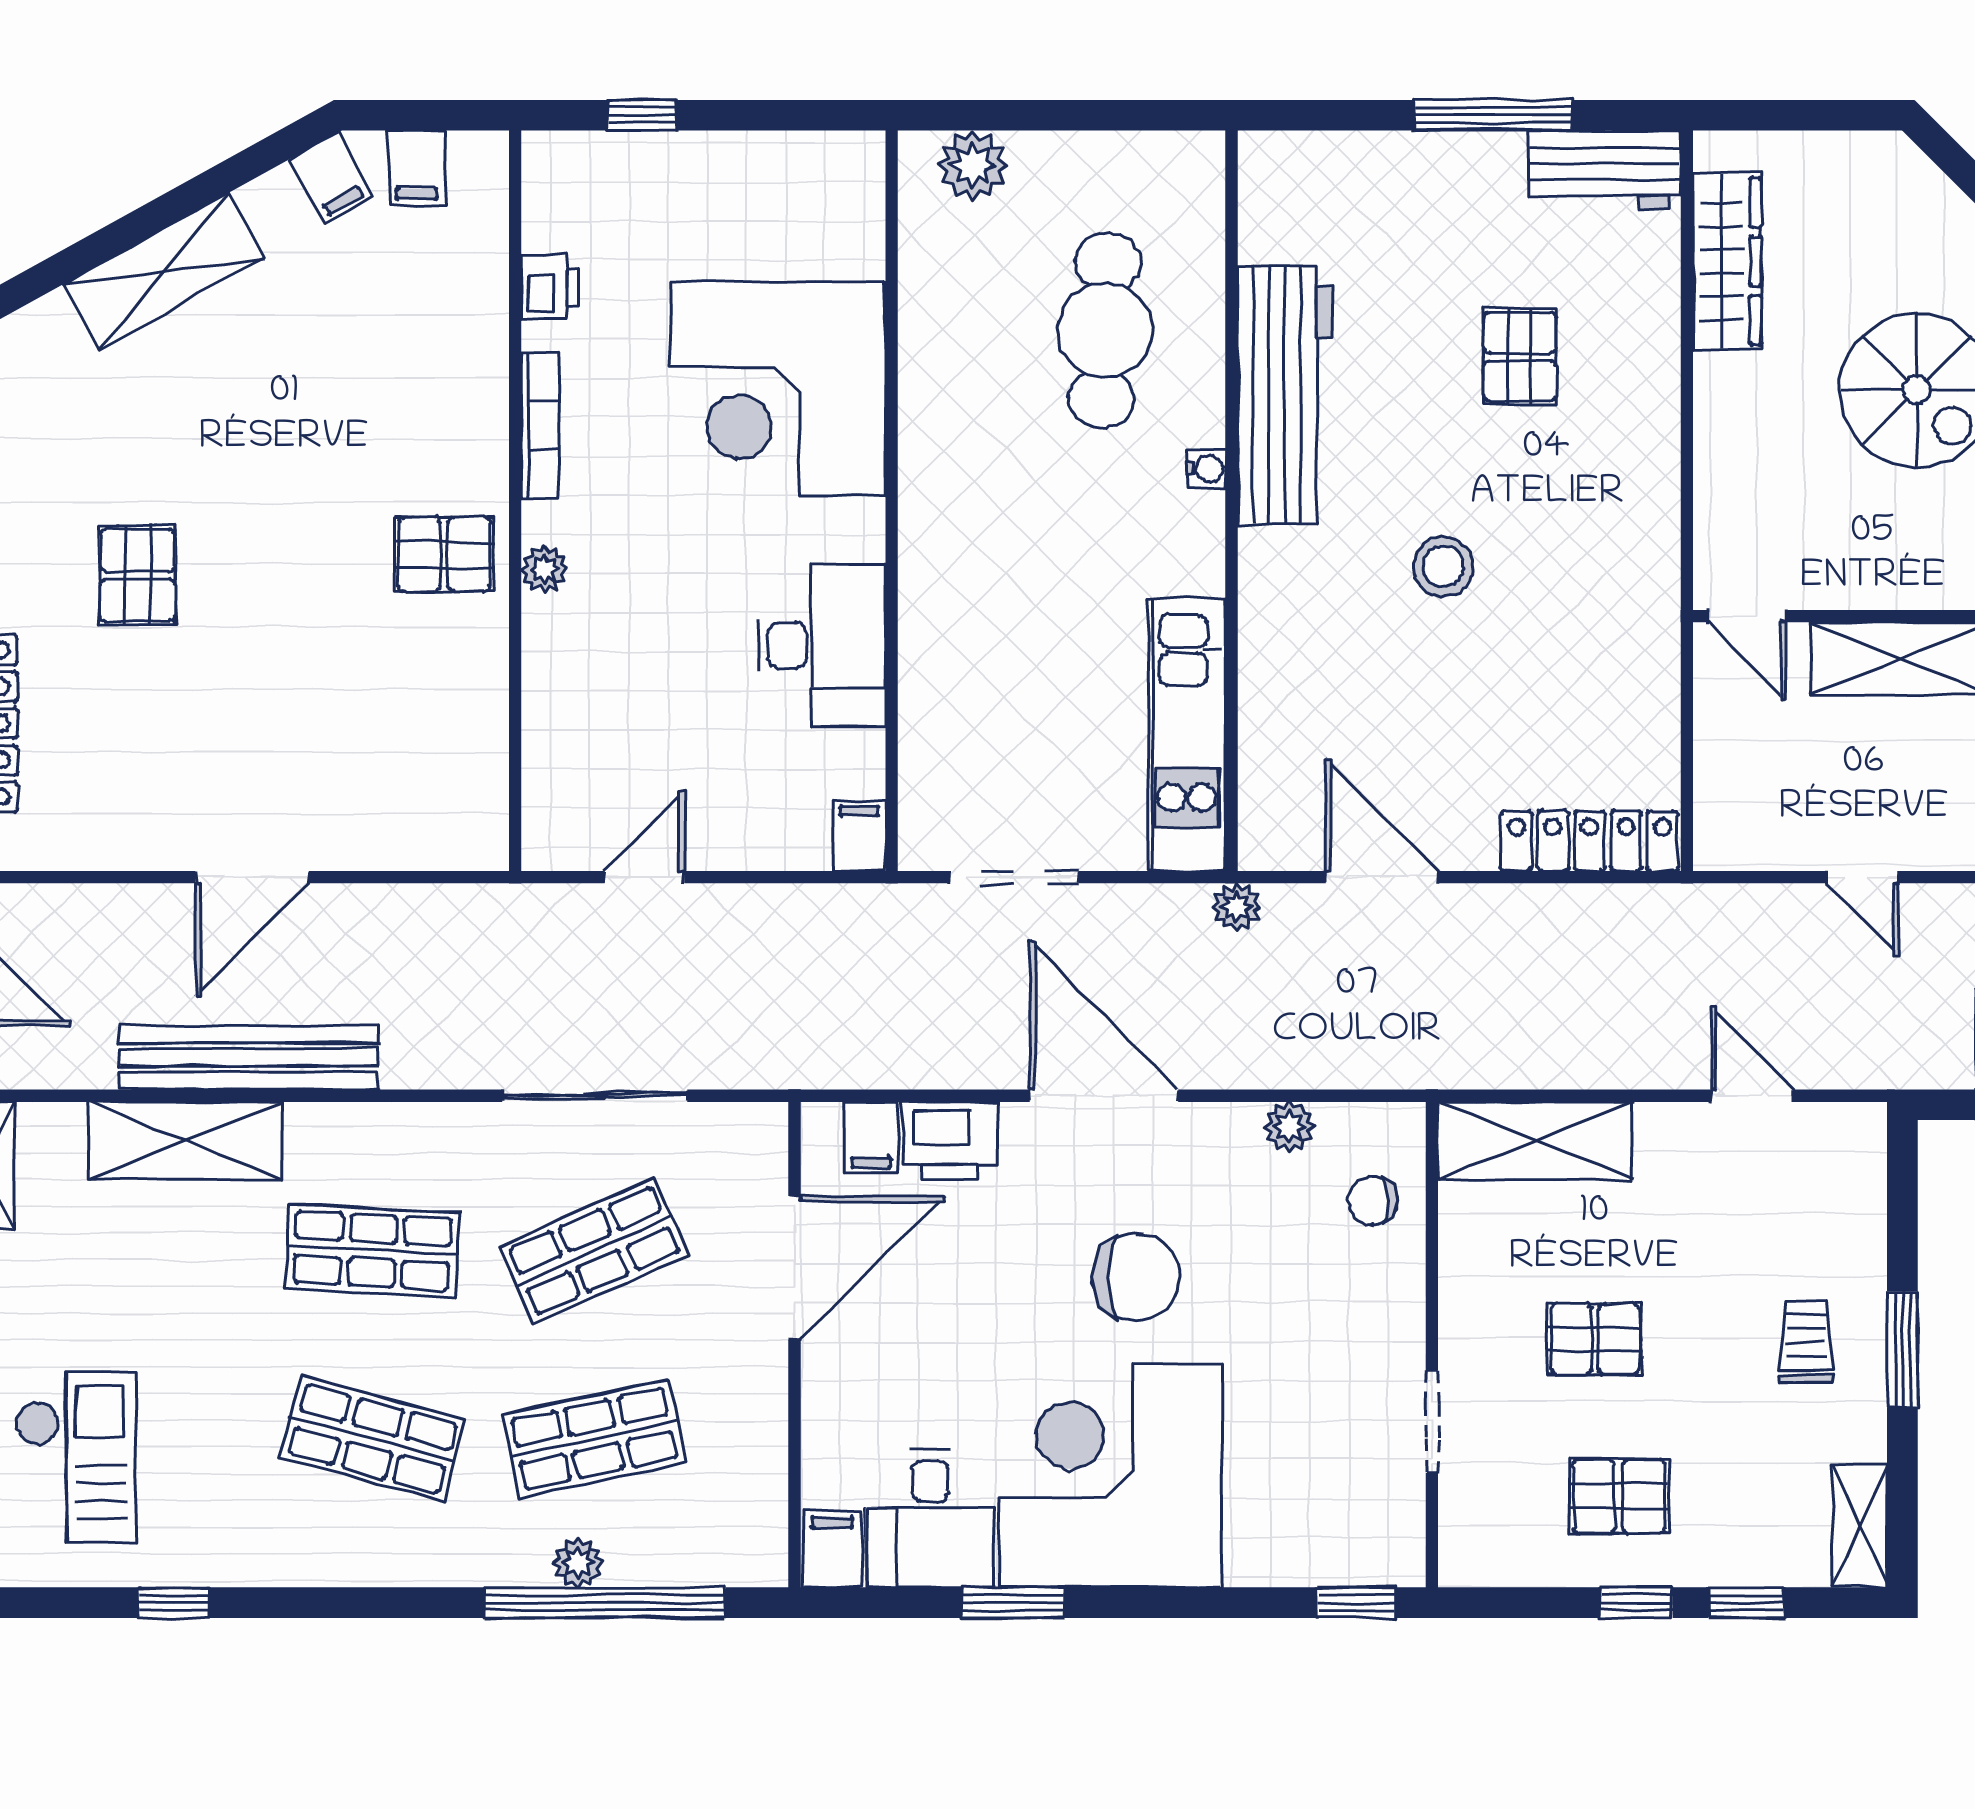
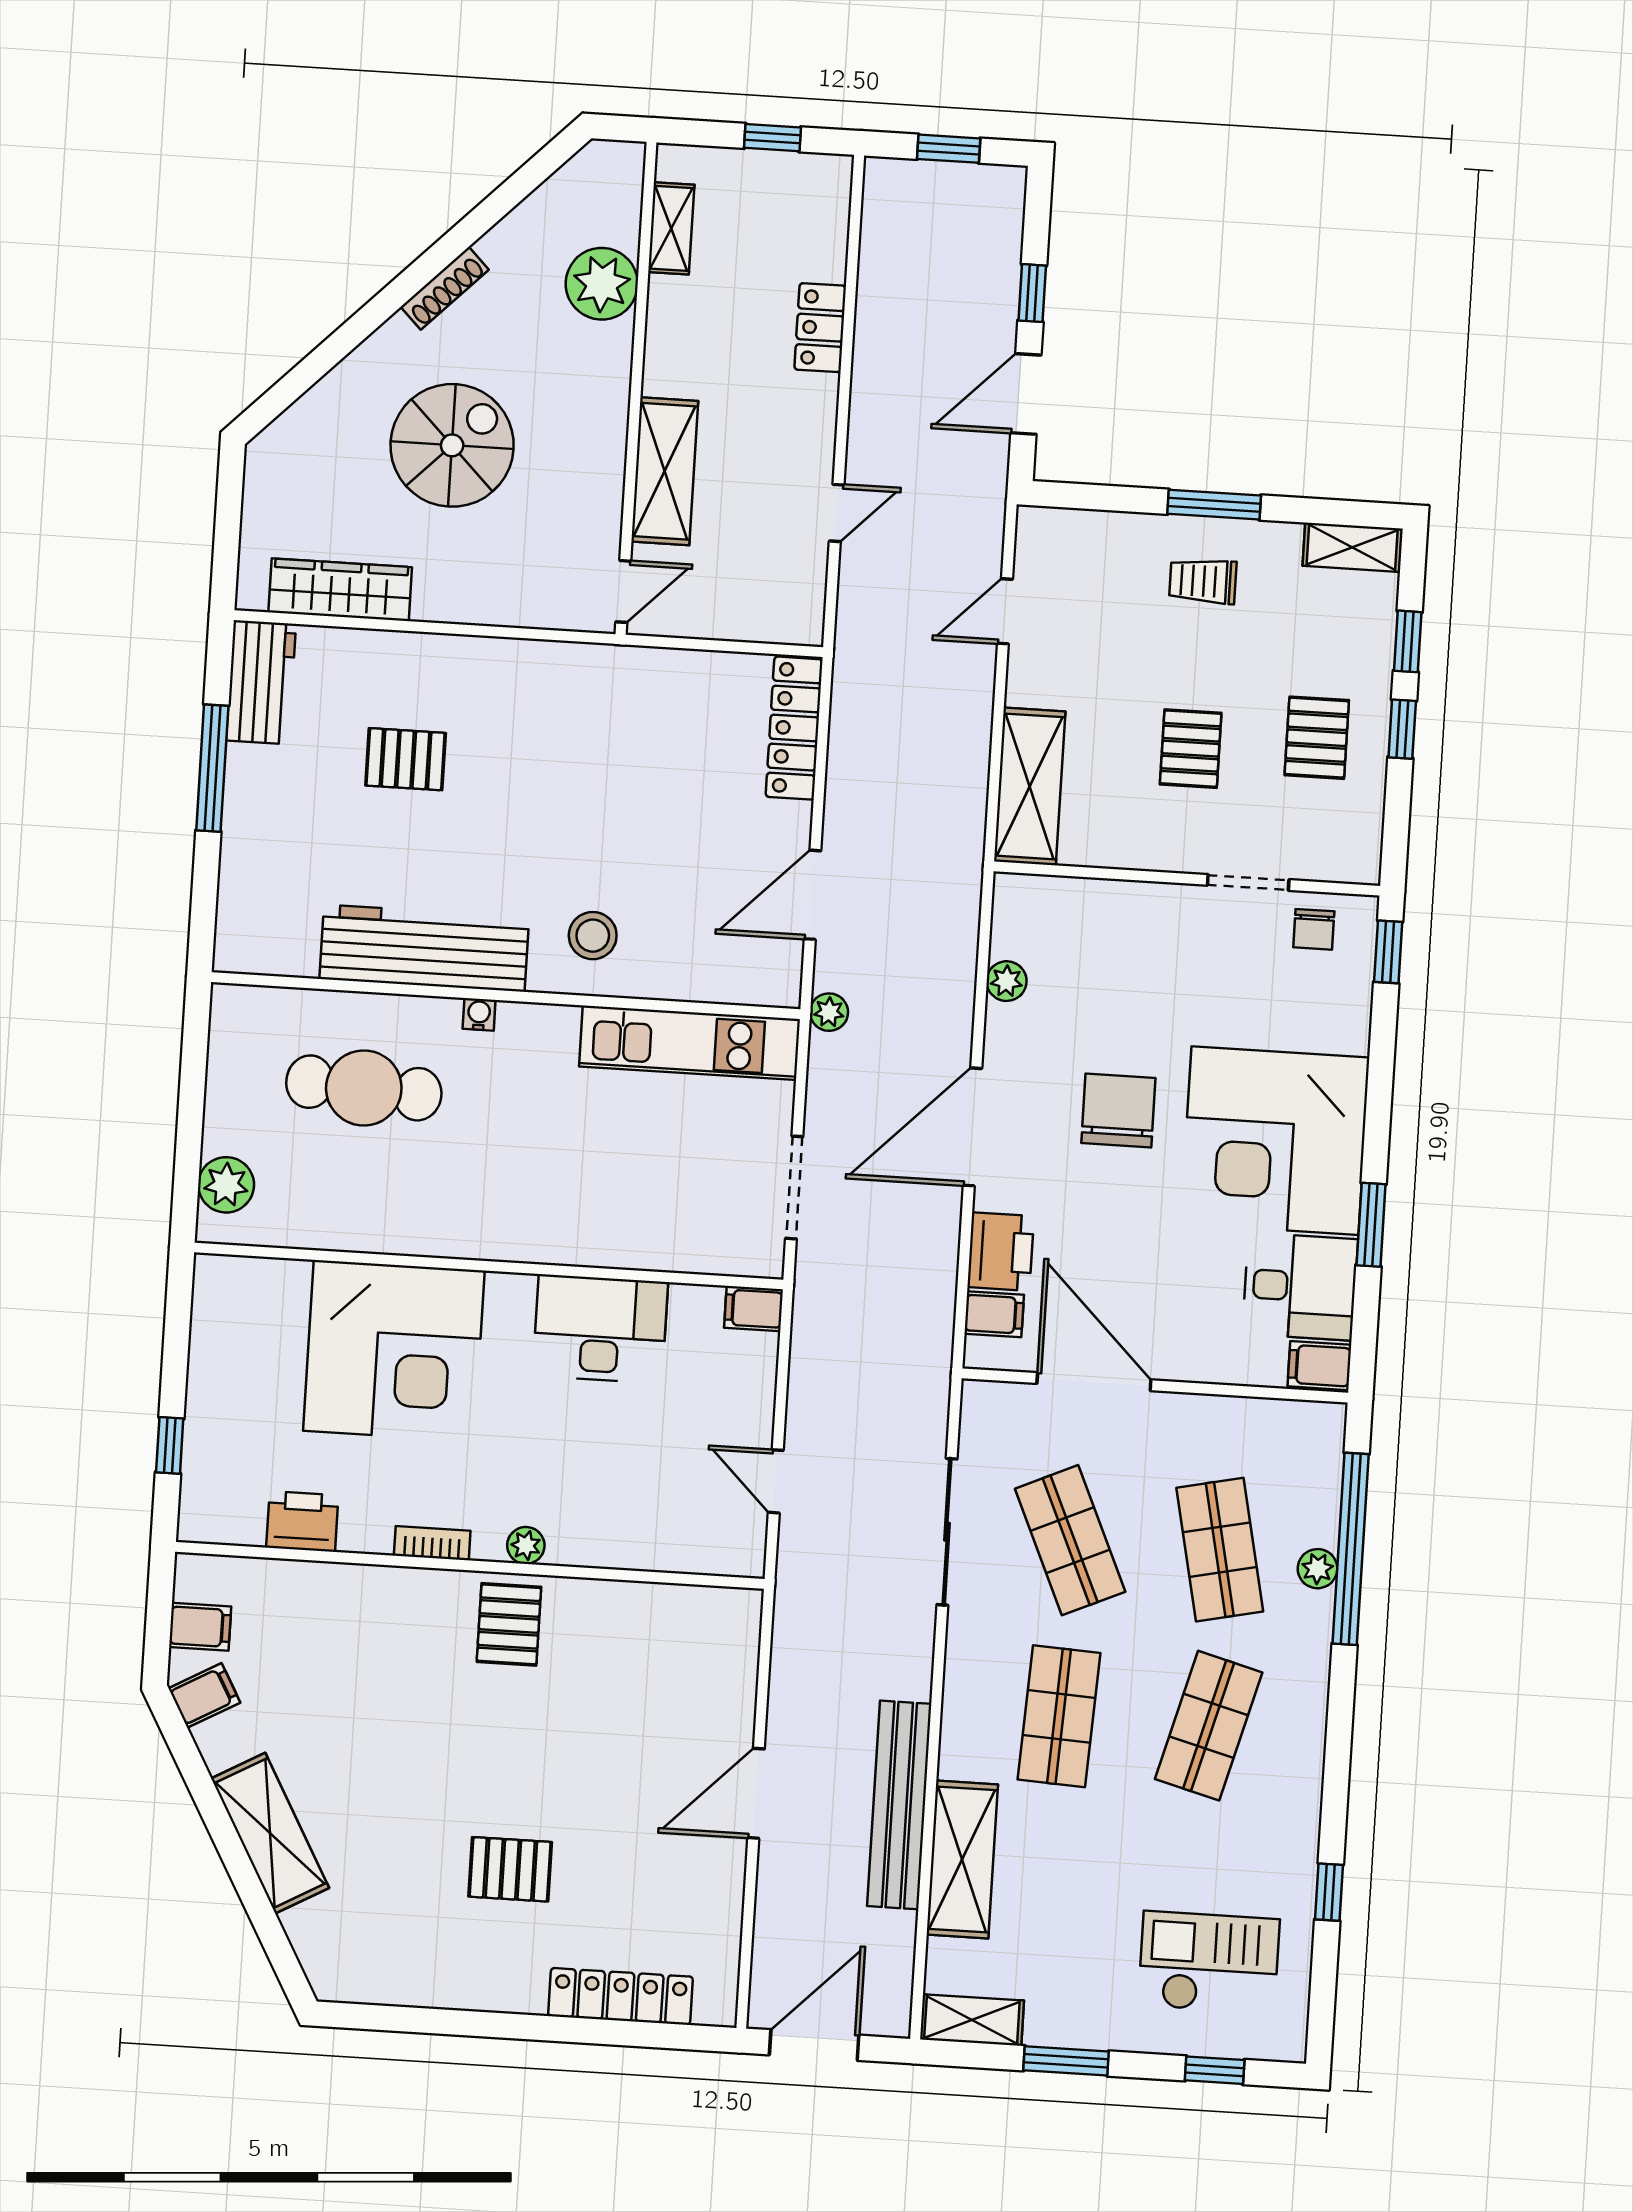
printer: (550, 287) -> (302, 1521), width x1.36, depth x1.24
bookcase: (540, 425) -> (432, 1543), width x0.64
stool: (1443, 567) -> (593, 936), moved
door: (252, 877) -> (756, 1793), swing flipped
chair: (1373, 1201) -> (1314, 929), moved

